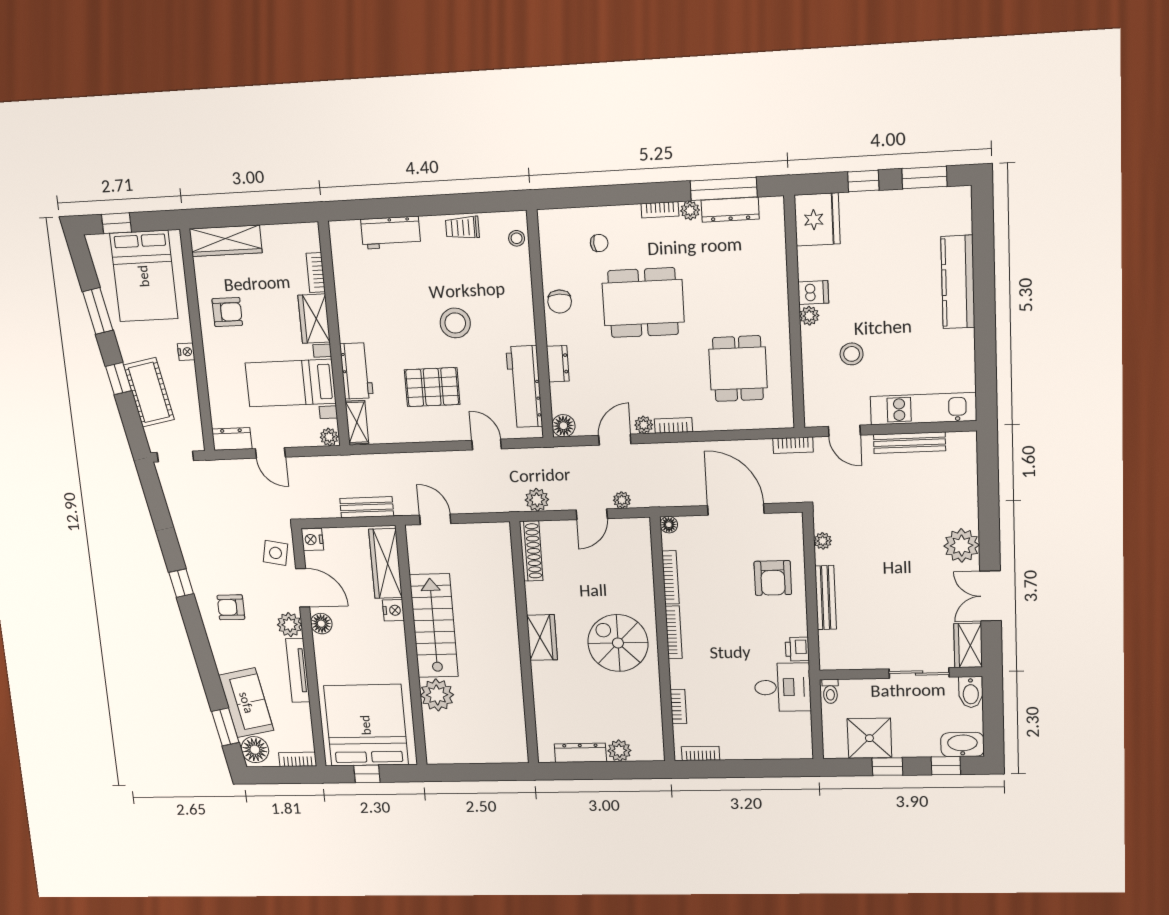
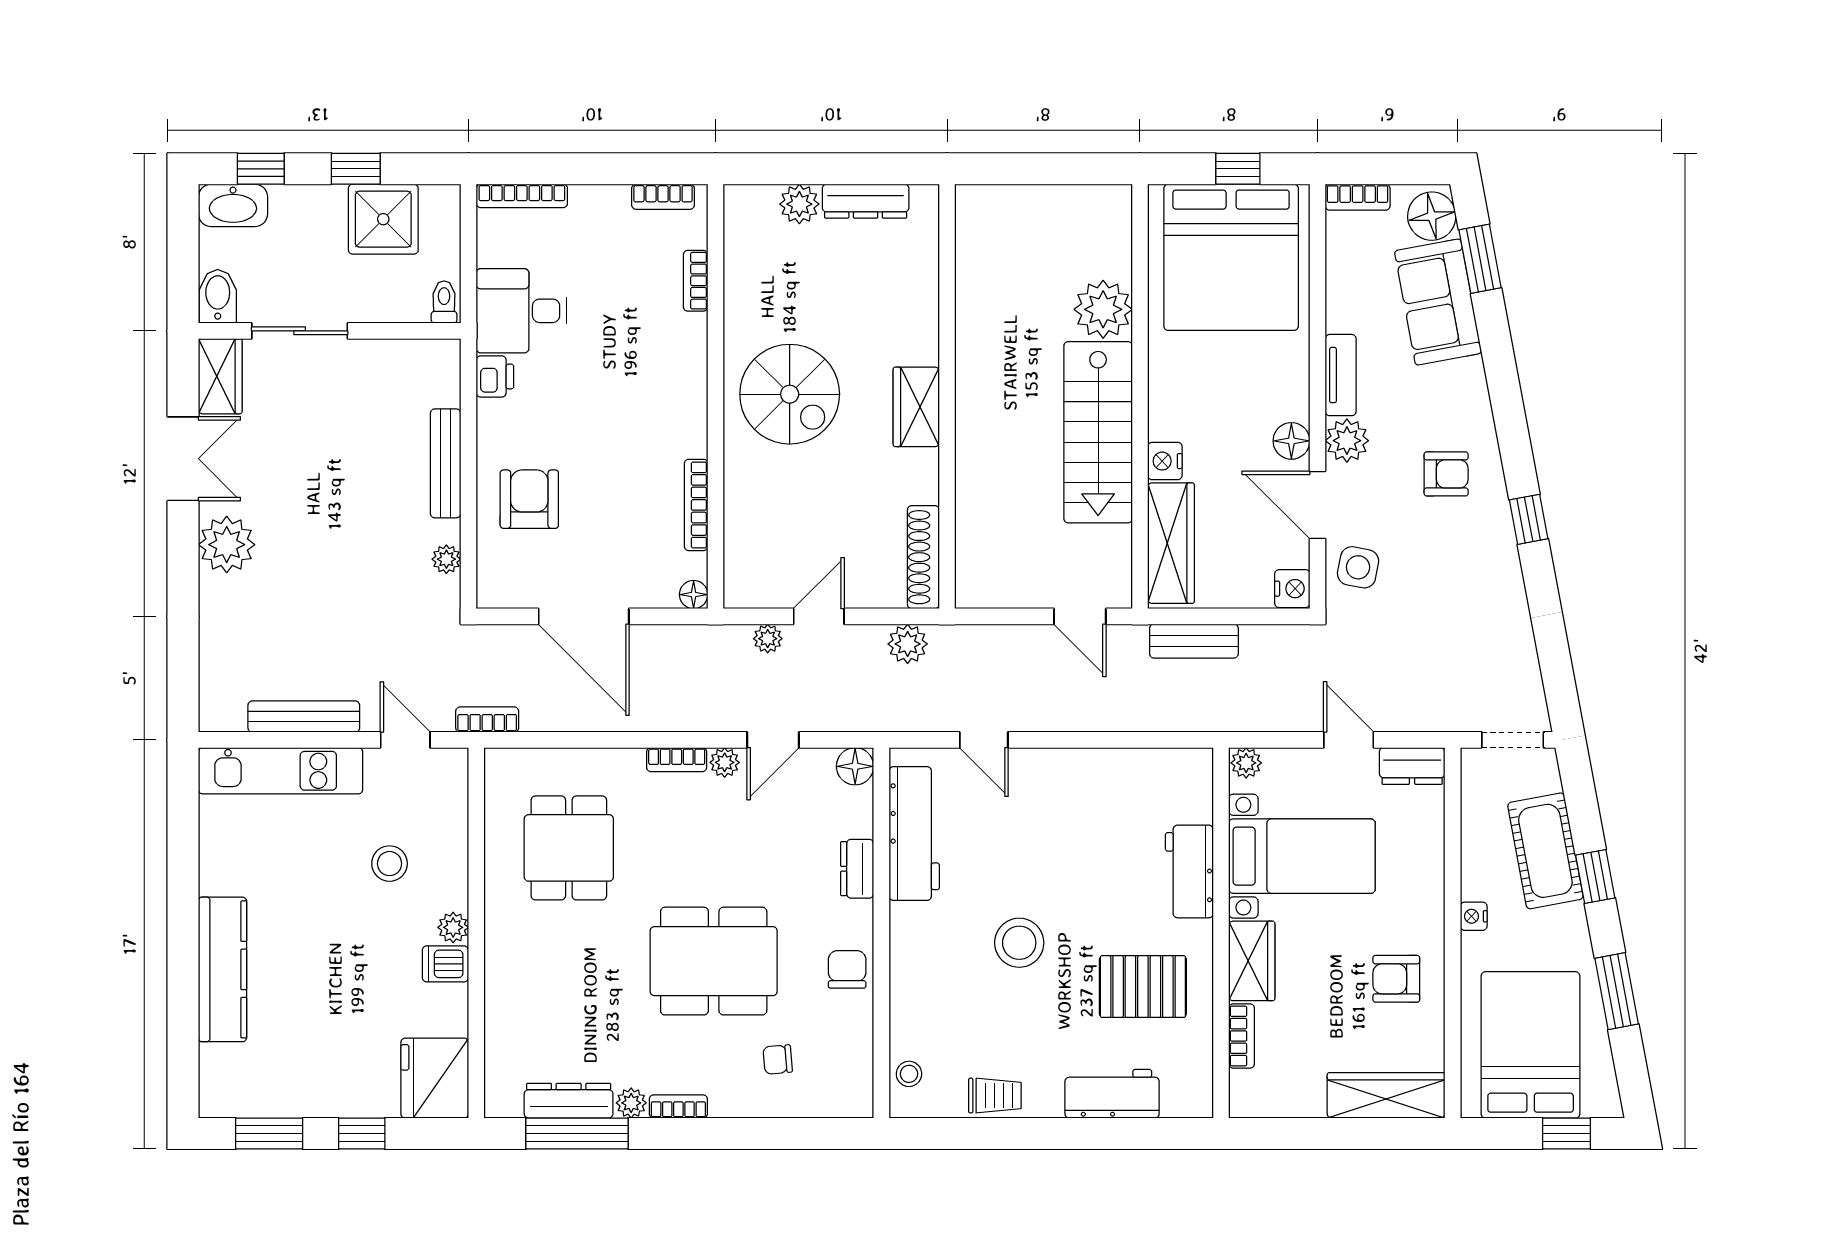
pallet: (432, 387) -> (1143, 987), moved
shelving: (357, 422) -> (1197, 786), removed
bookcase: (674, 632) -> (522, 196), moved, turned -90
tv unit: (298, 670) -> (1341, 375), width x0.71

